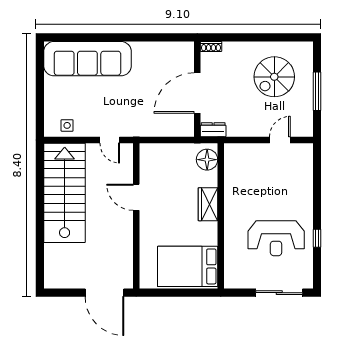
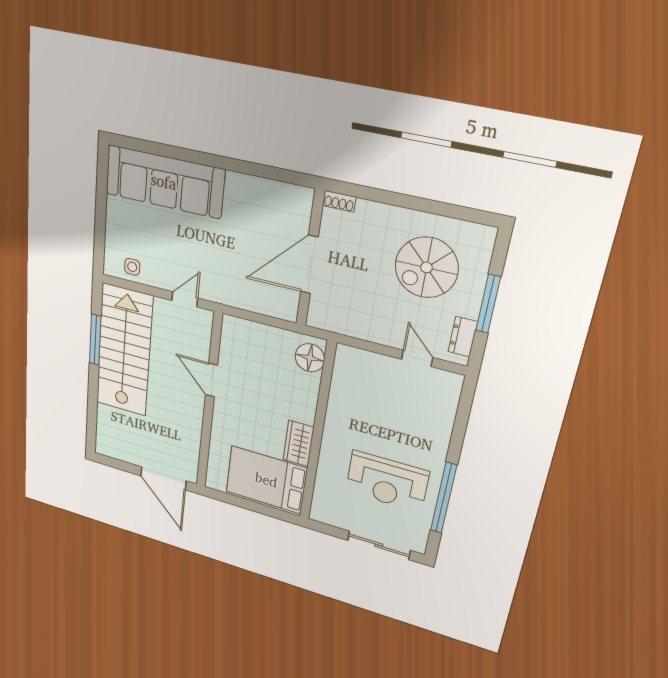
dresser: (213, 130) -> (463, 337), moved, turned -90
door: (110, 140) -> (185, 299), swing flipped
door: (280, 140) -> (417, 358), hinge flipped
window: (40, 191) -> (95, 340), added
wardrobe: (208, 204) -> (298, 443), moved
window: (317, 238) -> (444, 498), width x3.17

